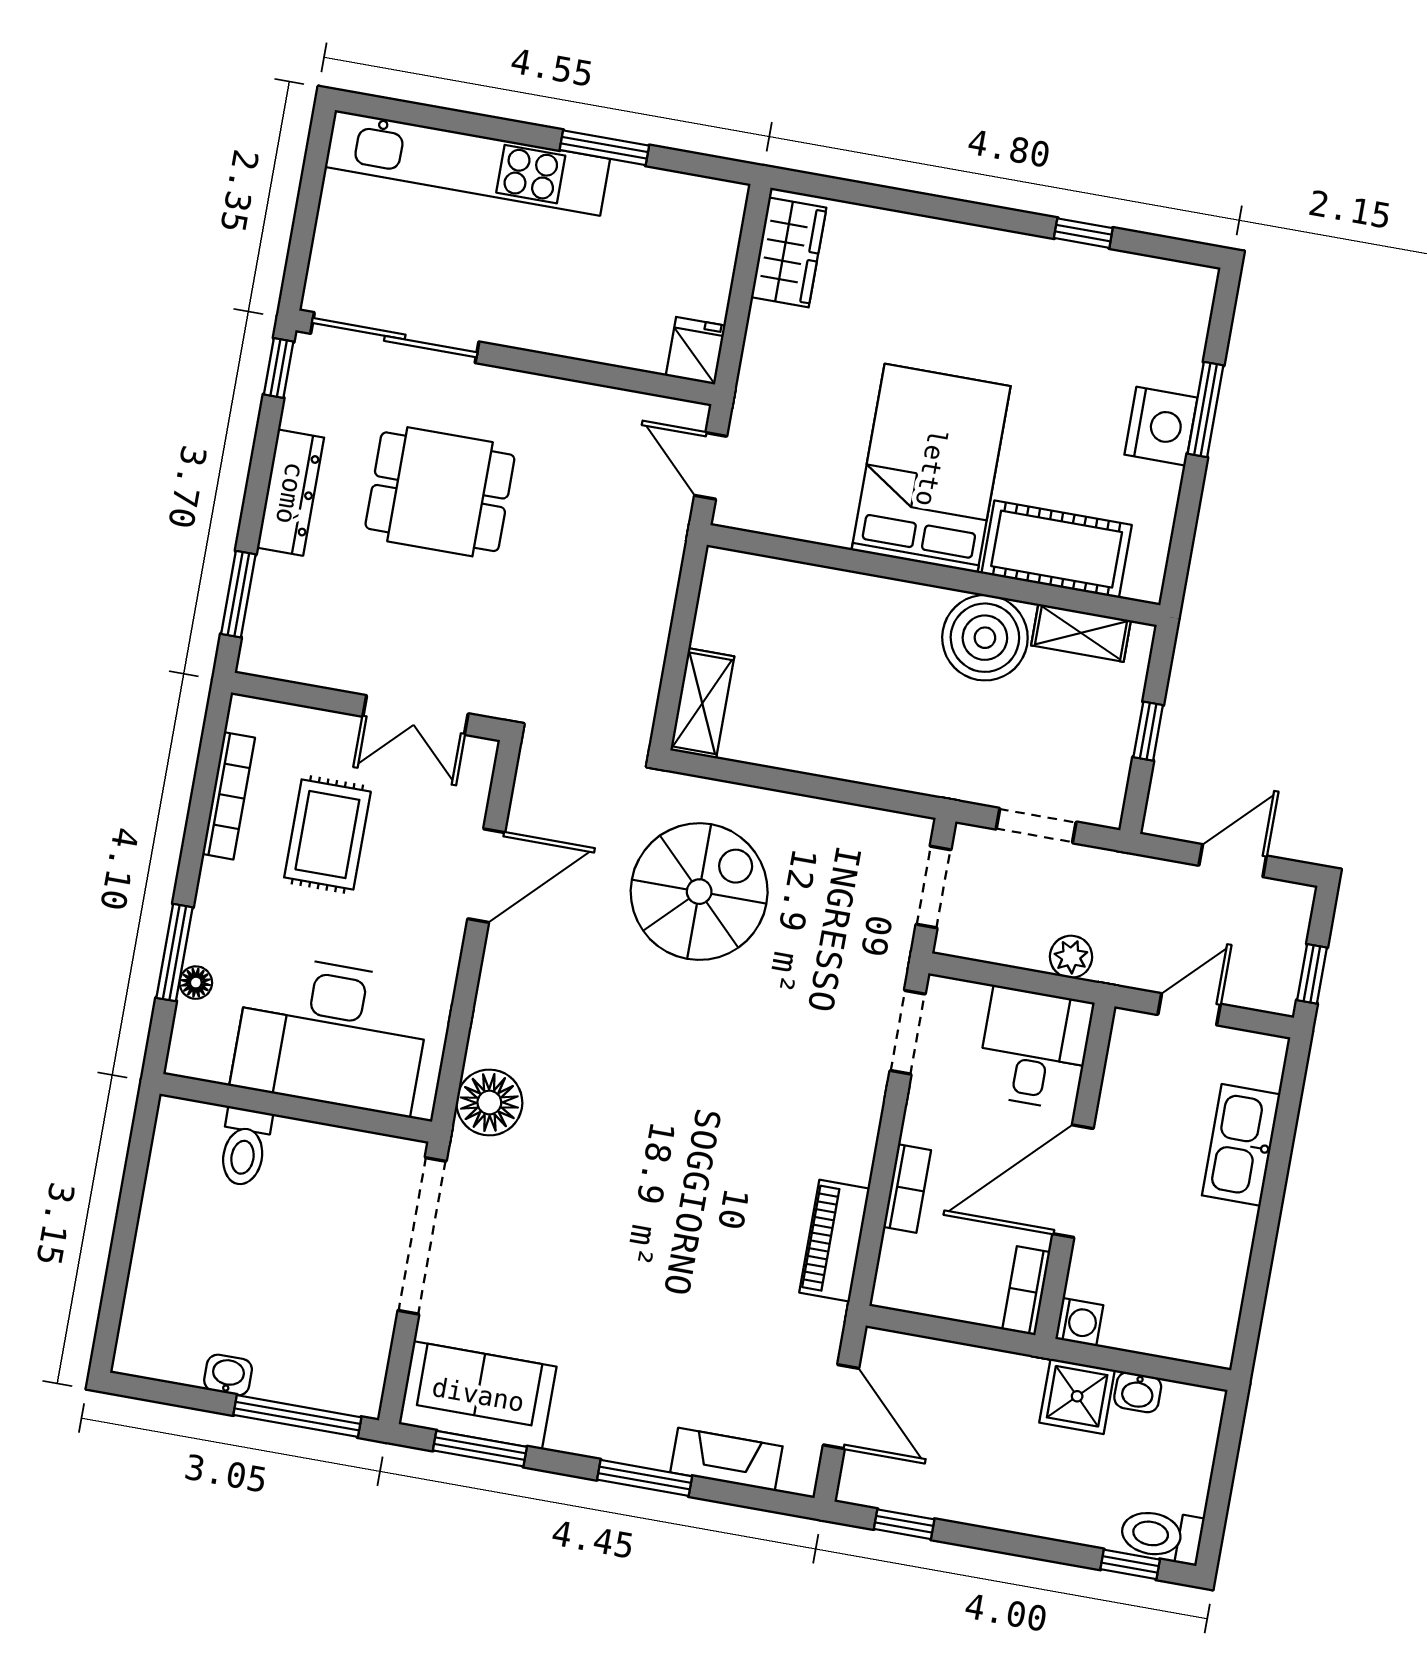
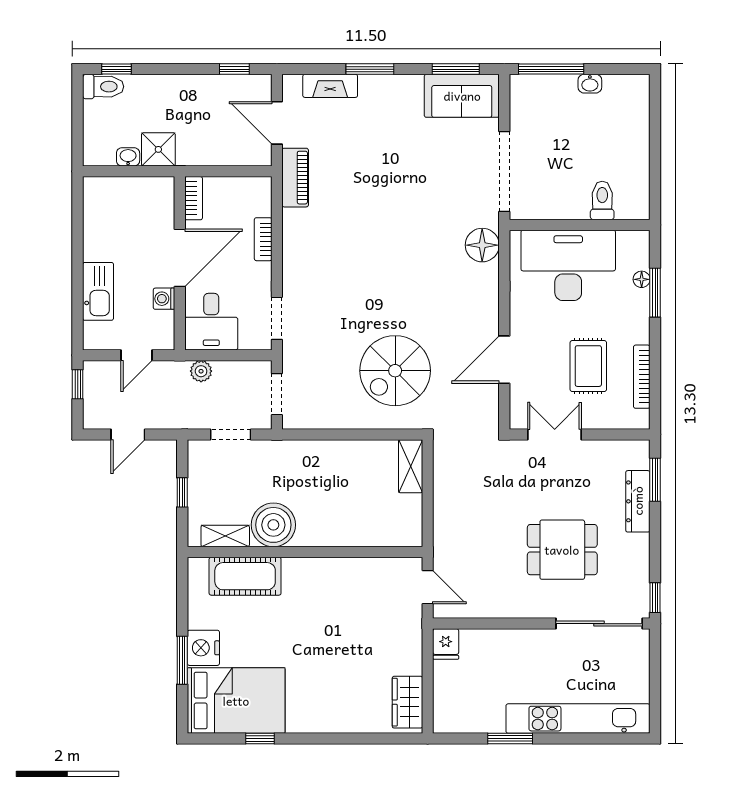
bed: (931, 468) -> (236, 701), moved, turned -90
dresser: (290, 493) -> (638, 501), moved
piano: (834, 1241) -> (295, 178), moved
washing machine: (1079, 1322) -> (164, 299), moved

